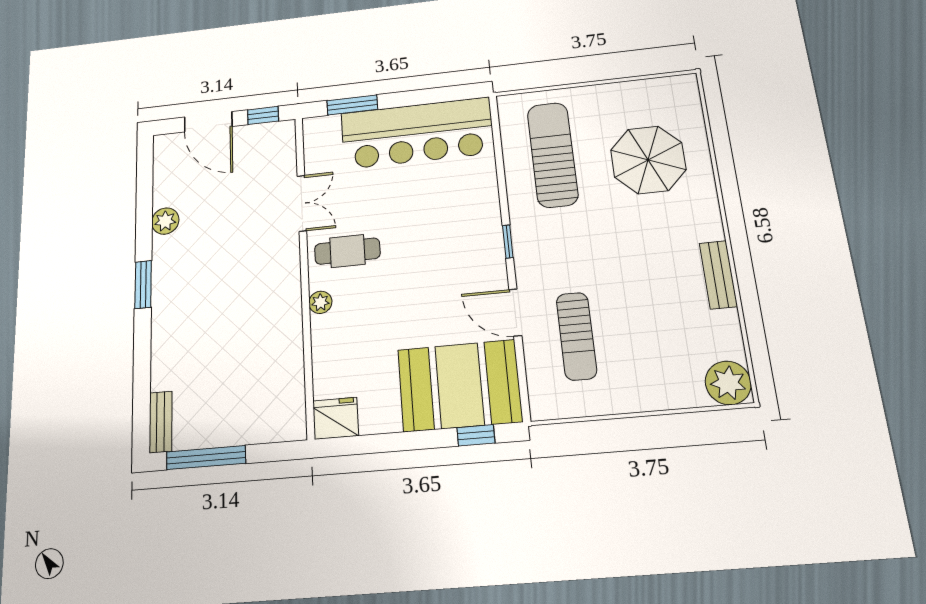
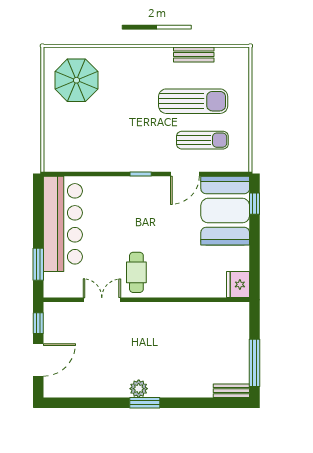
sun lounger: (553, 155) -> (193, 101), moved, turned 180
parasol: (648, 160) -> (76, 80), moved
plant: (165, 221) -> (139, 389), moved
bench: (718, 275) -> (194, 55), moved
plant: (320, 302) -> (167, 291), removed
plant: (728, 383) -> (237, 59), removed

